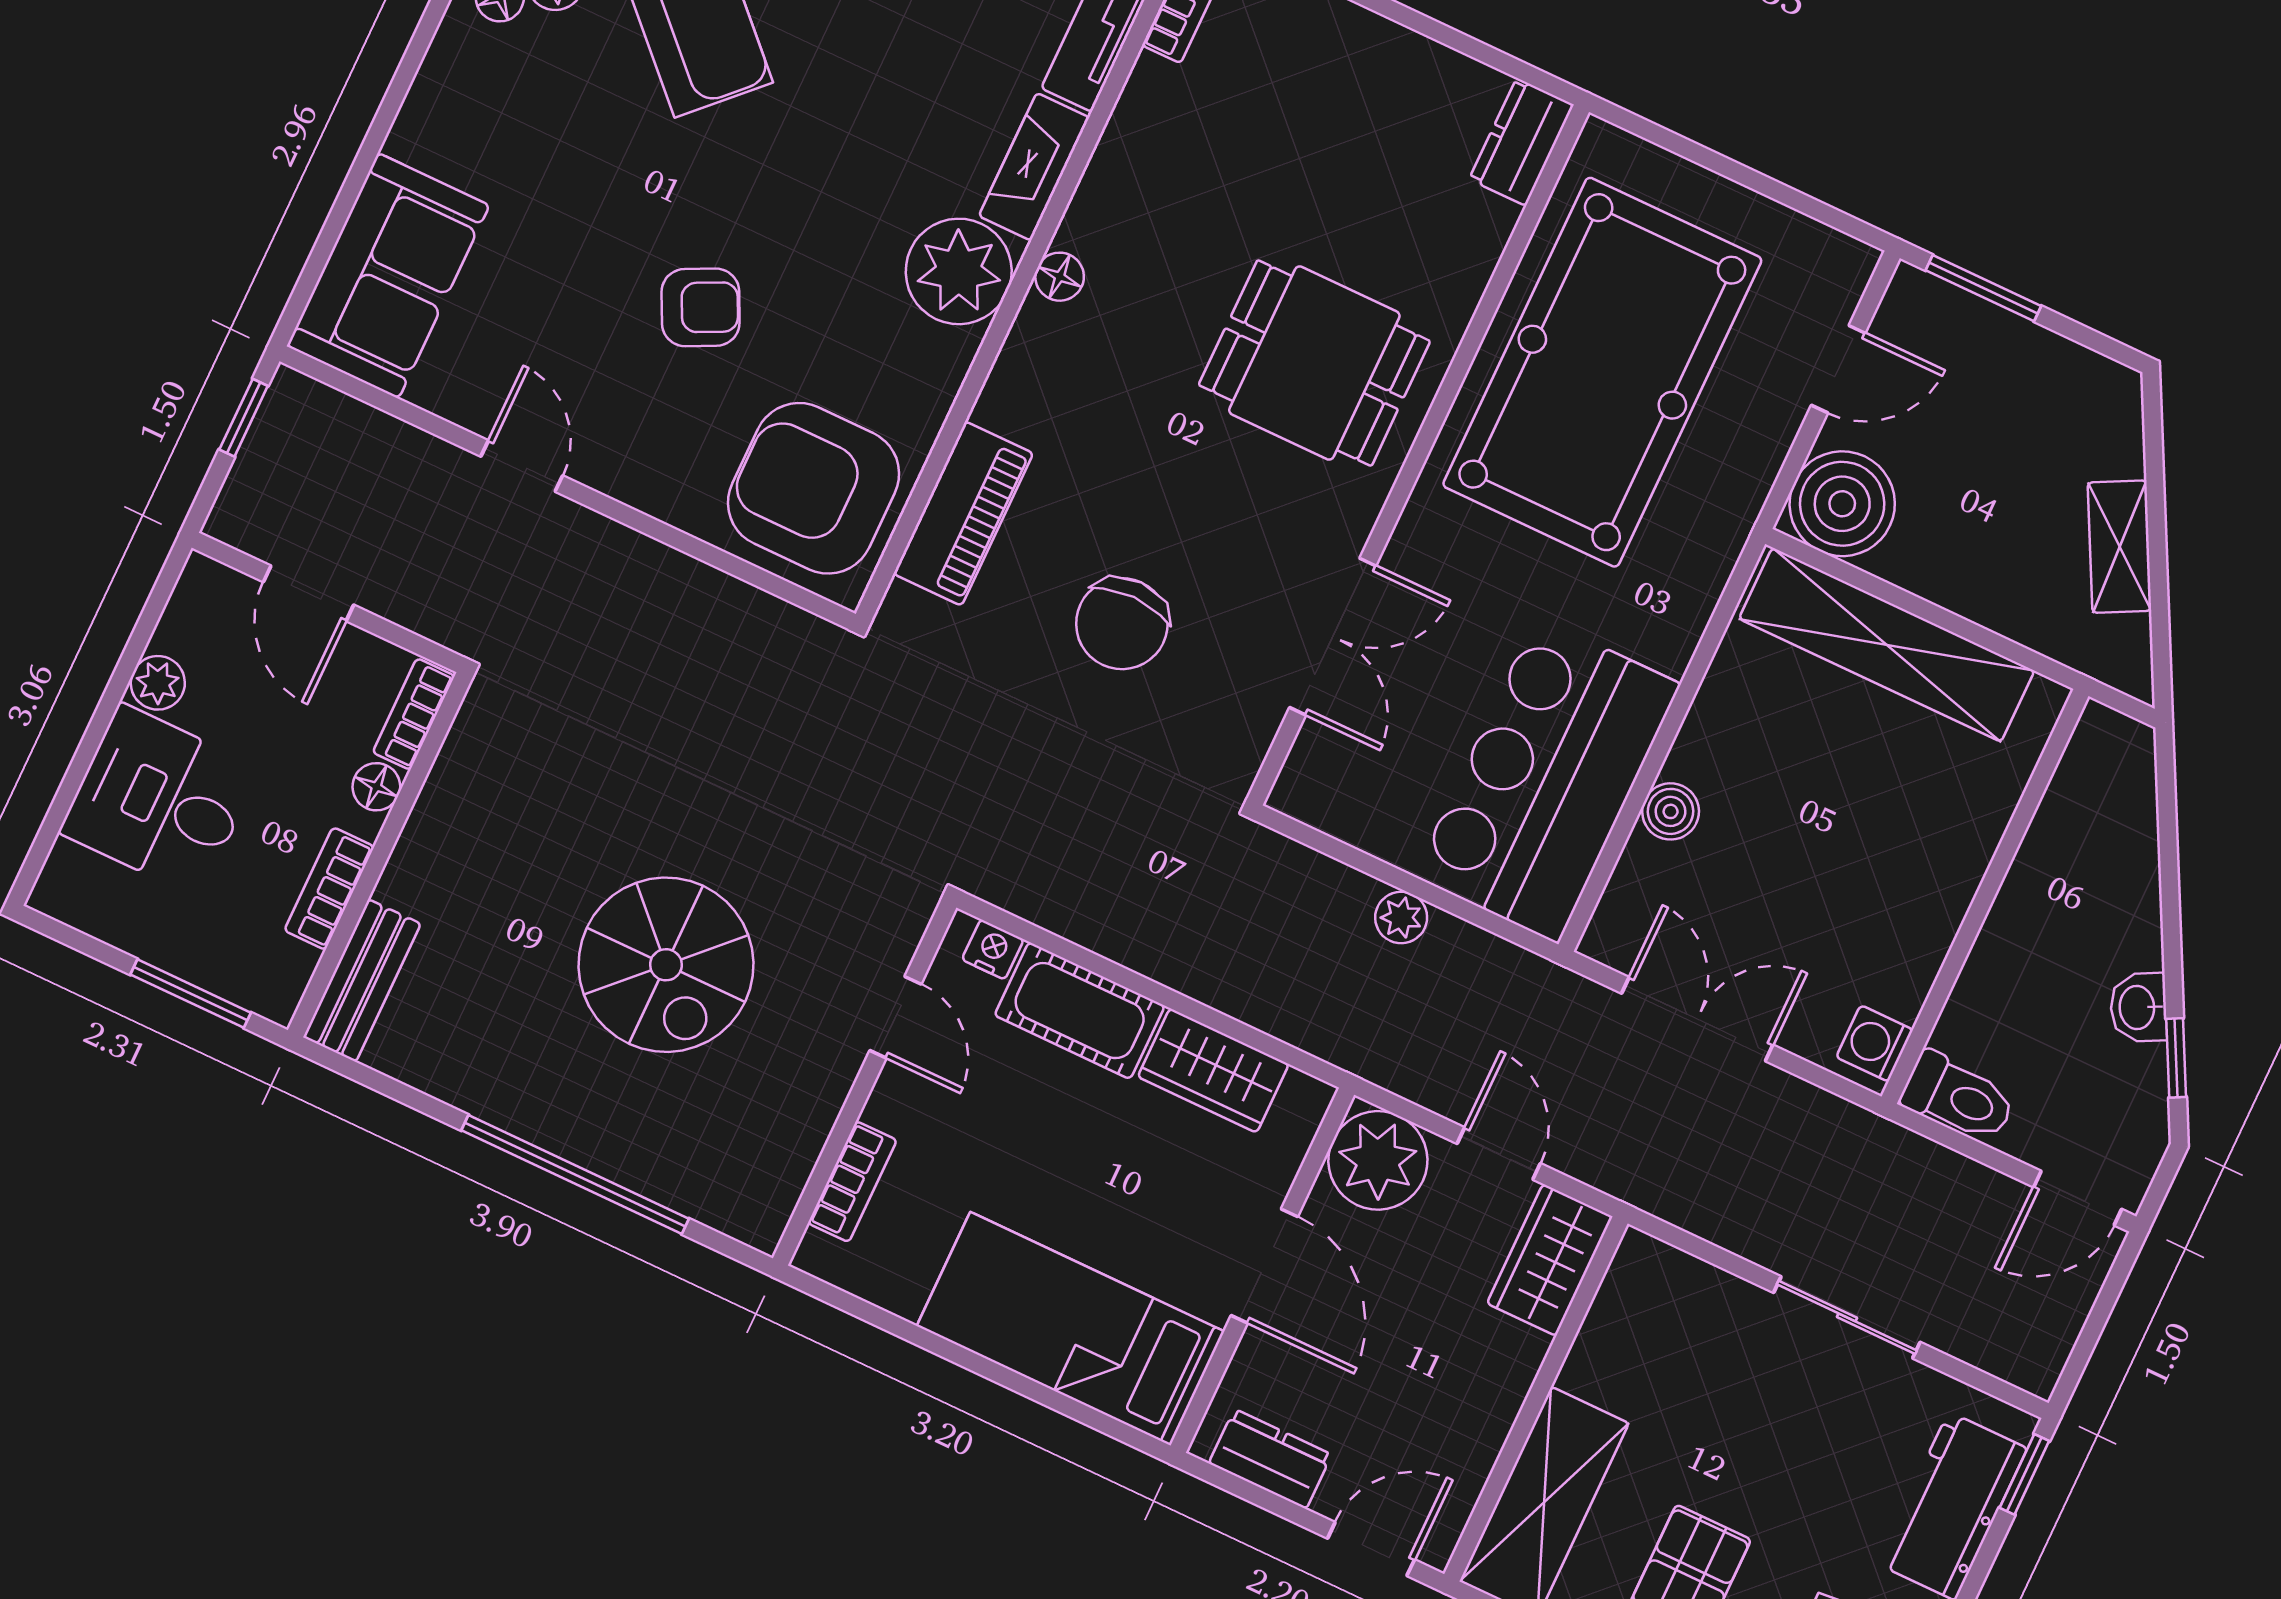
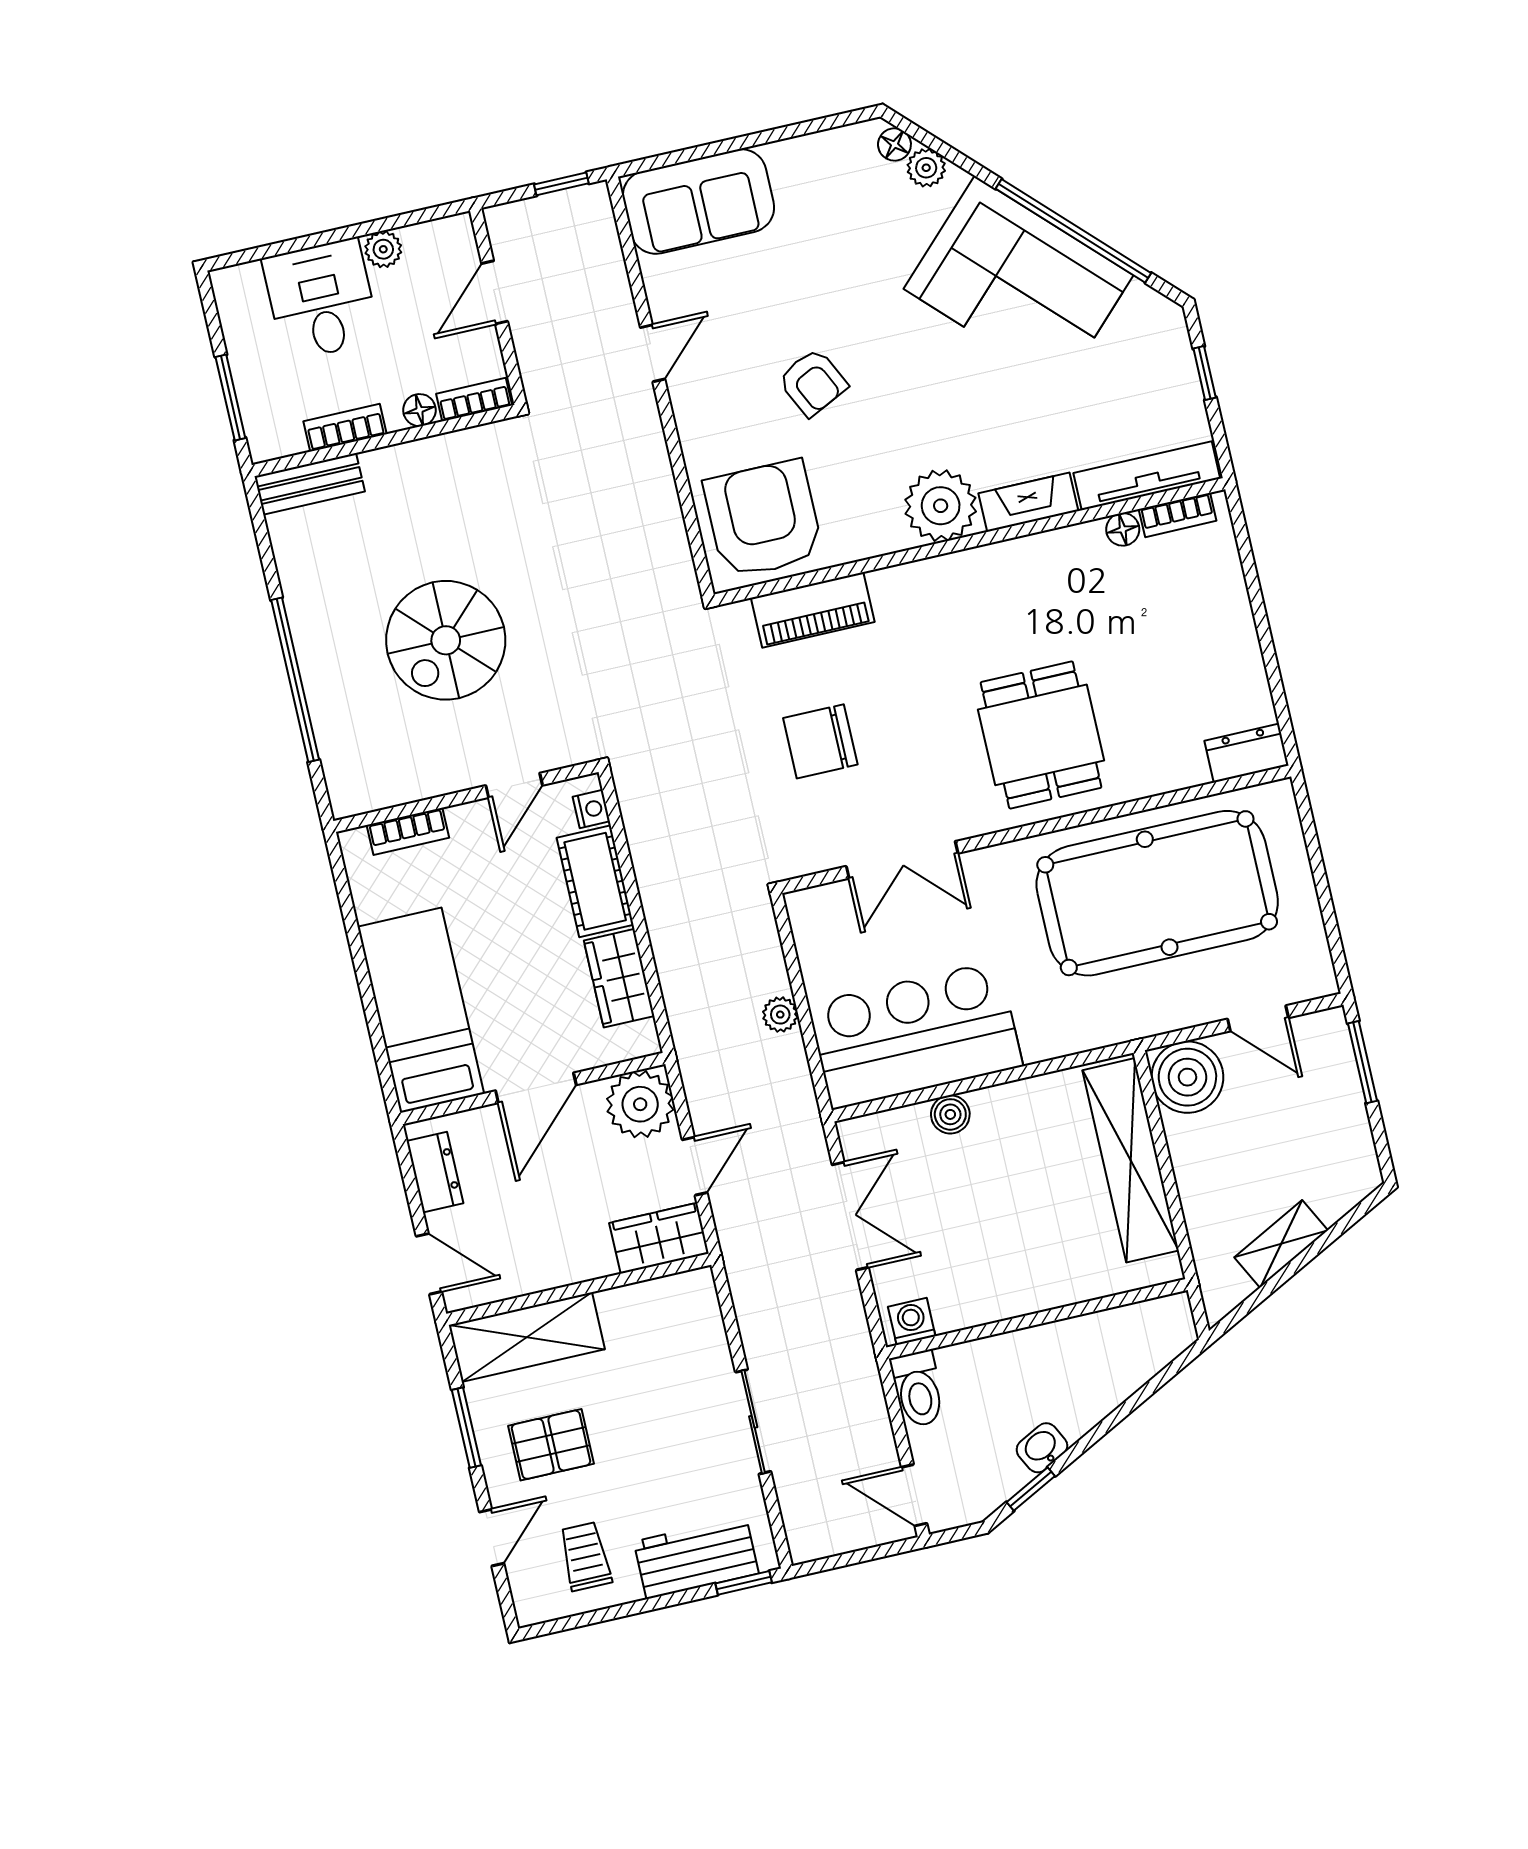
floor lamp: (1060, 277) -> (1123, 529), moved

